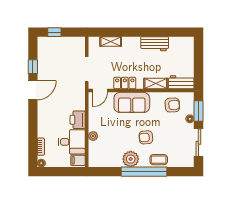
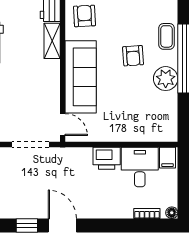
locker: (125, 83) -> (51, 87), removed
sofa: (132, 102) -> (81, 77), width x1.36
plant: (93, 136) -> (131, 135), removed

